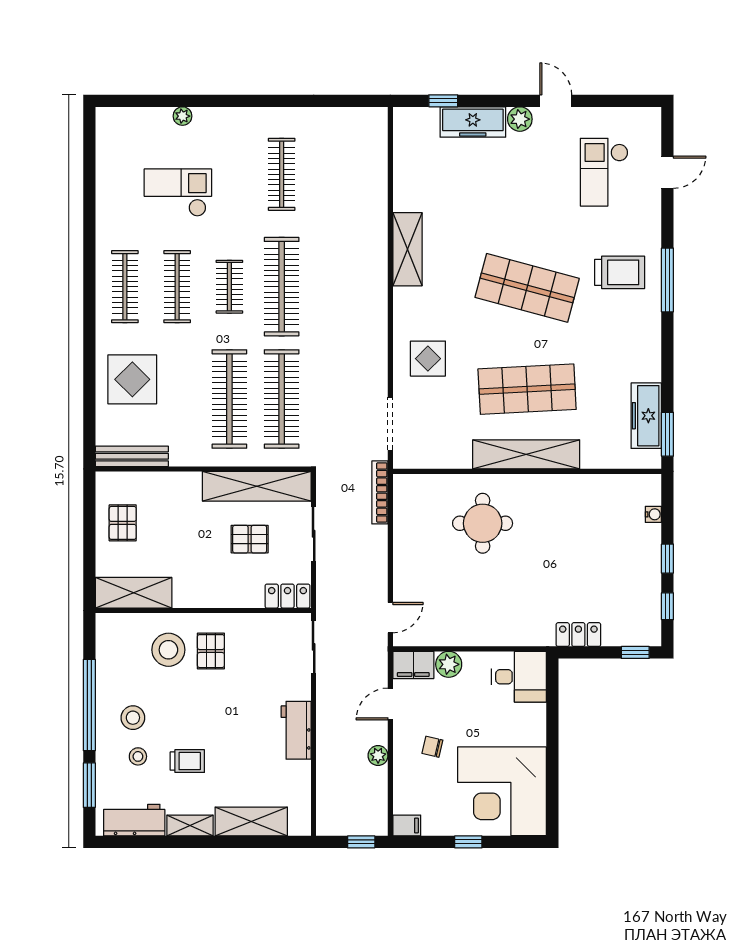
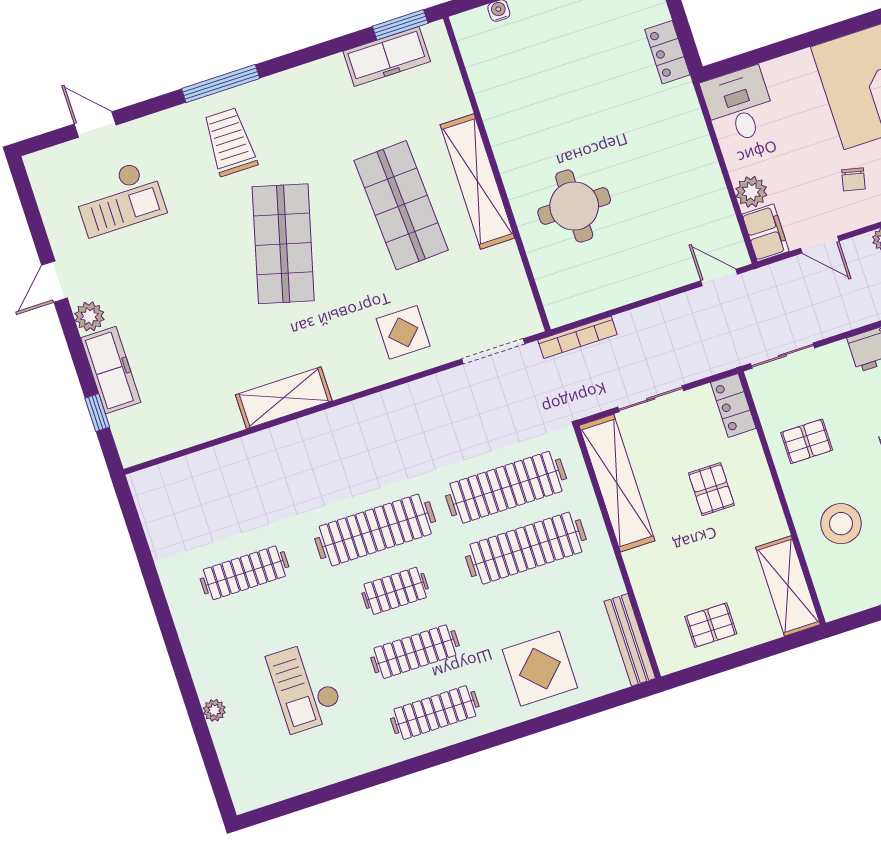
pallet: (250, 539) -> (711, 489), moved
pallet: (211, 651) -> (807, 441), moved

